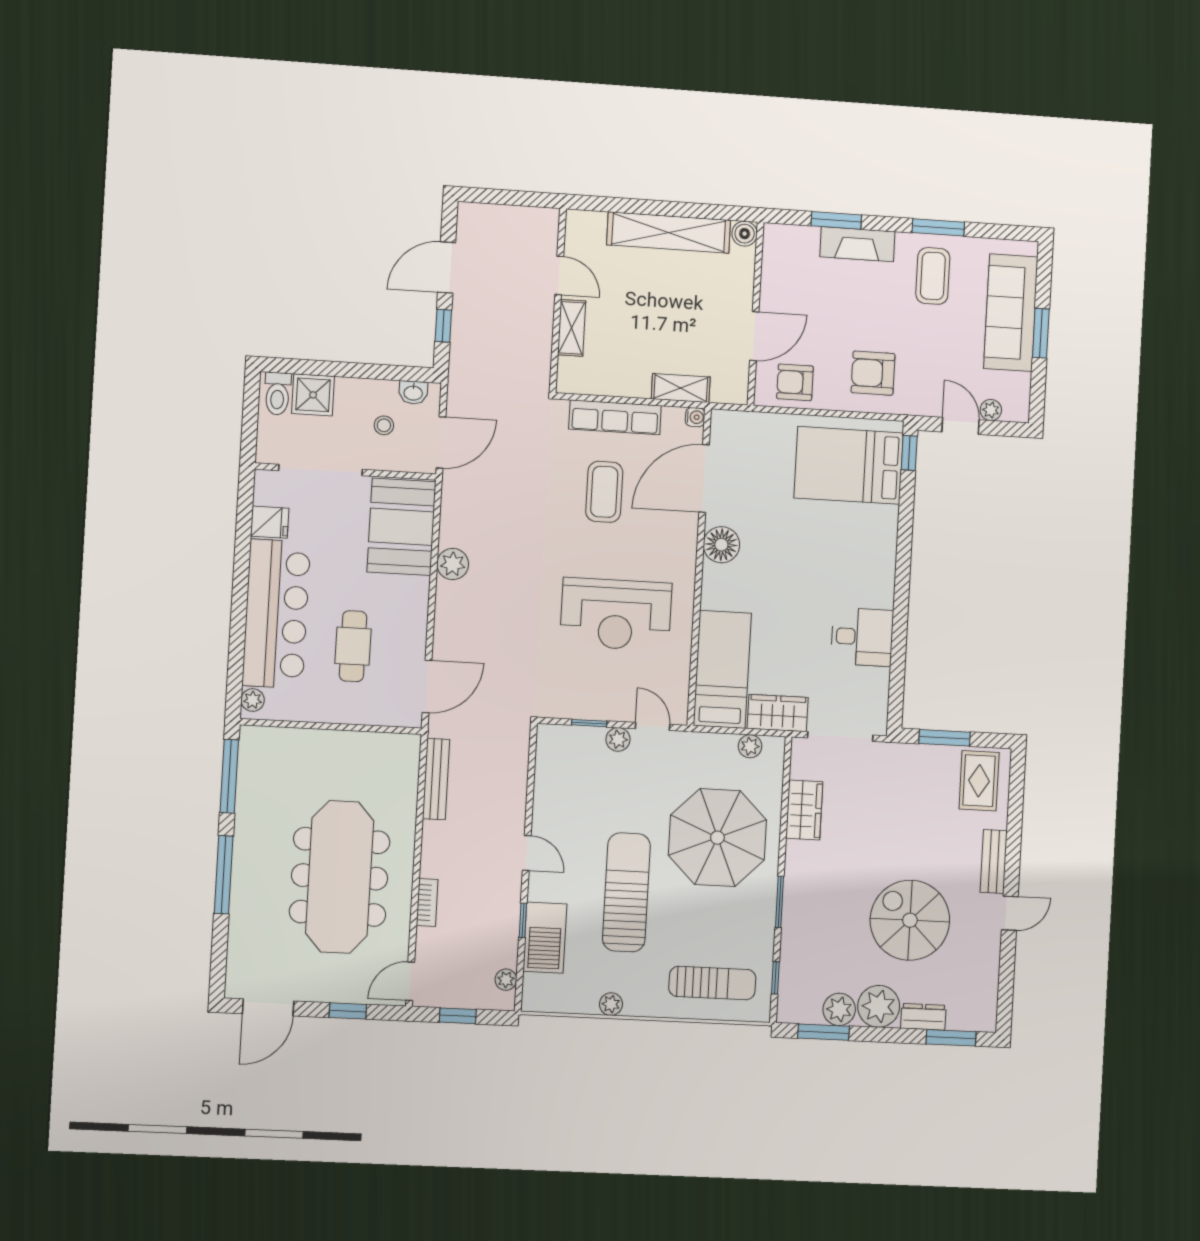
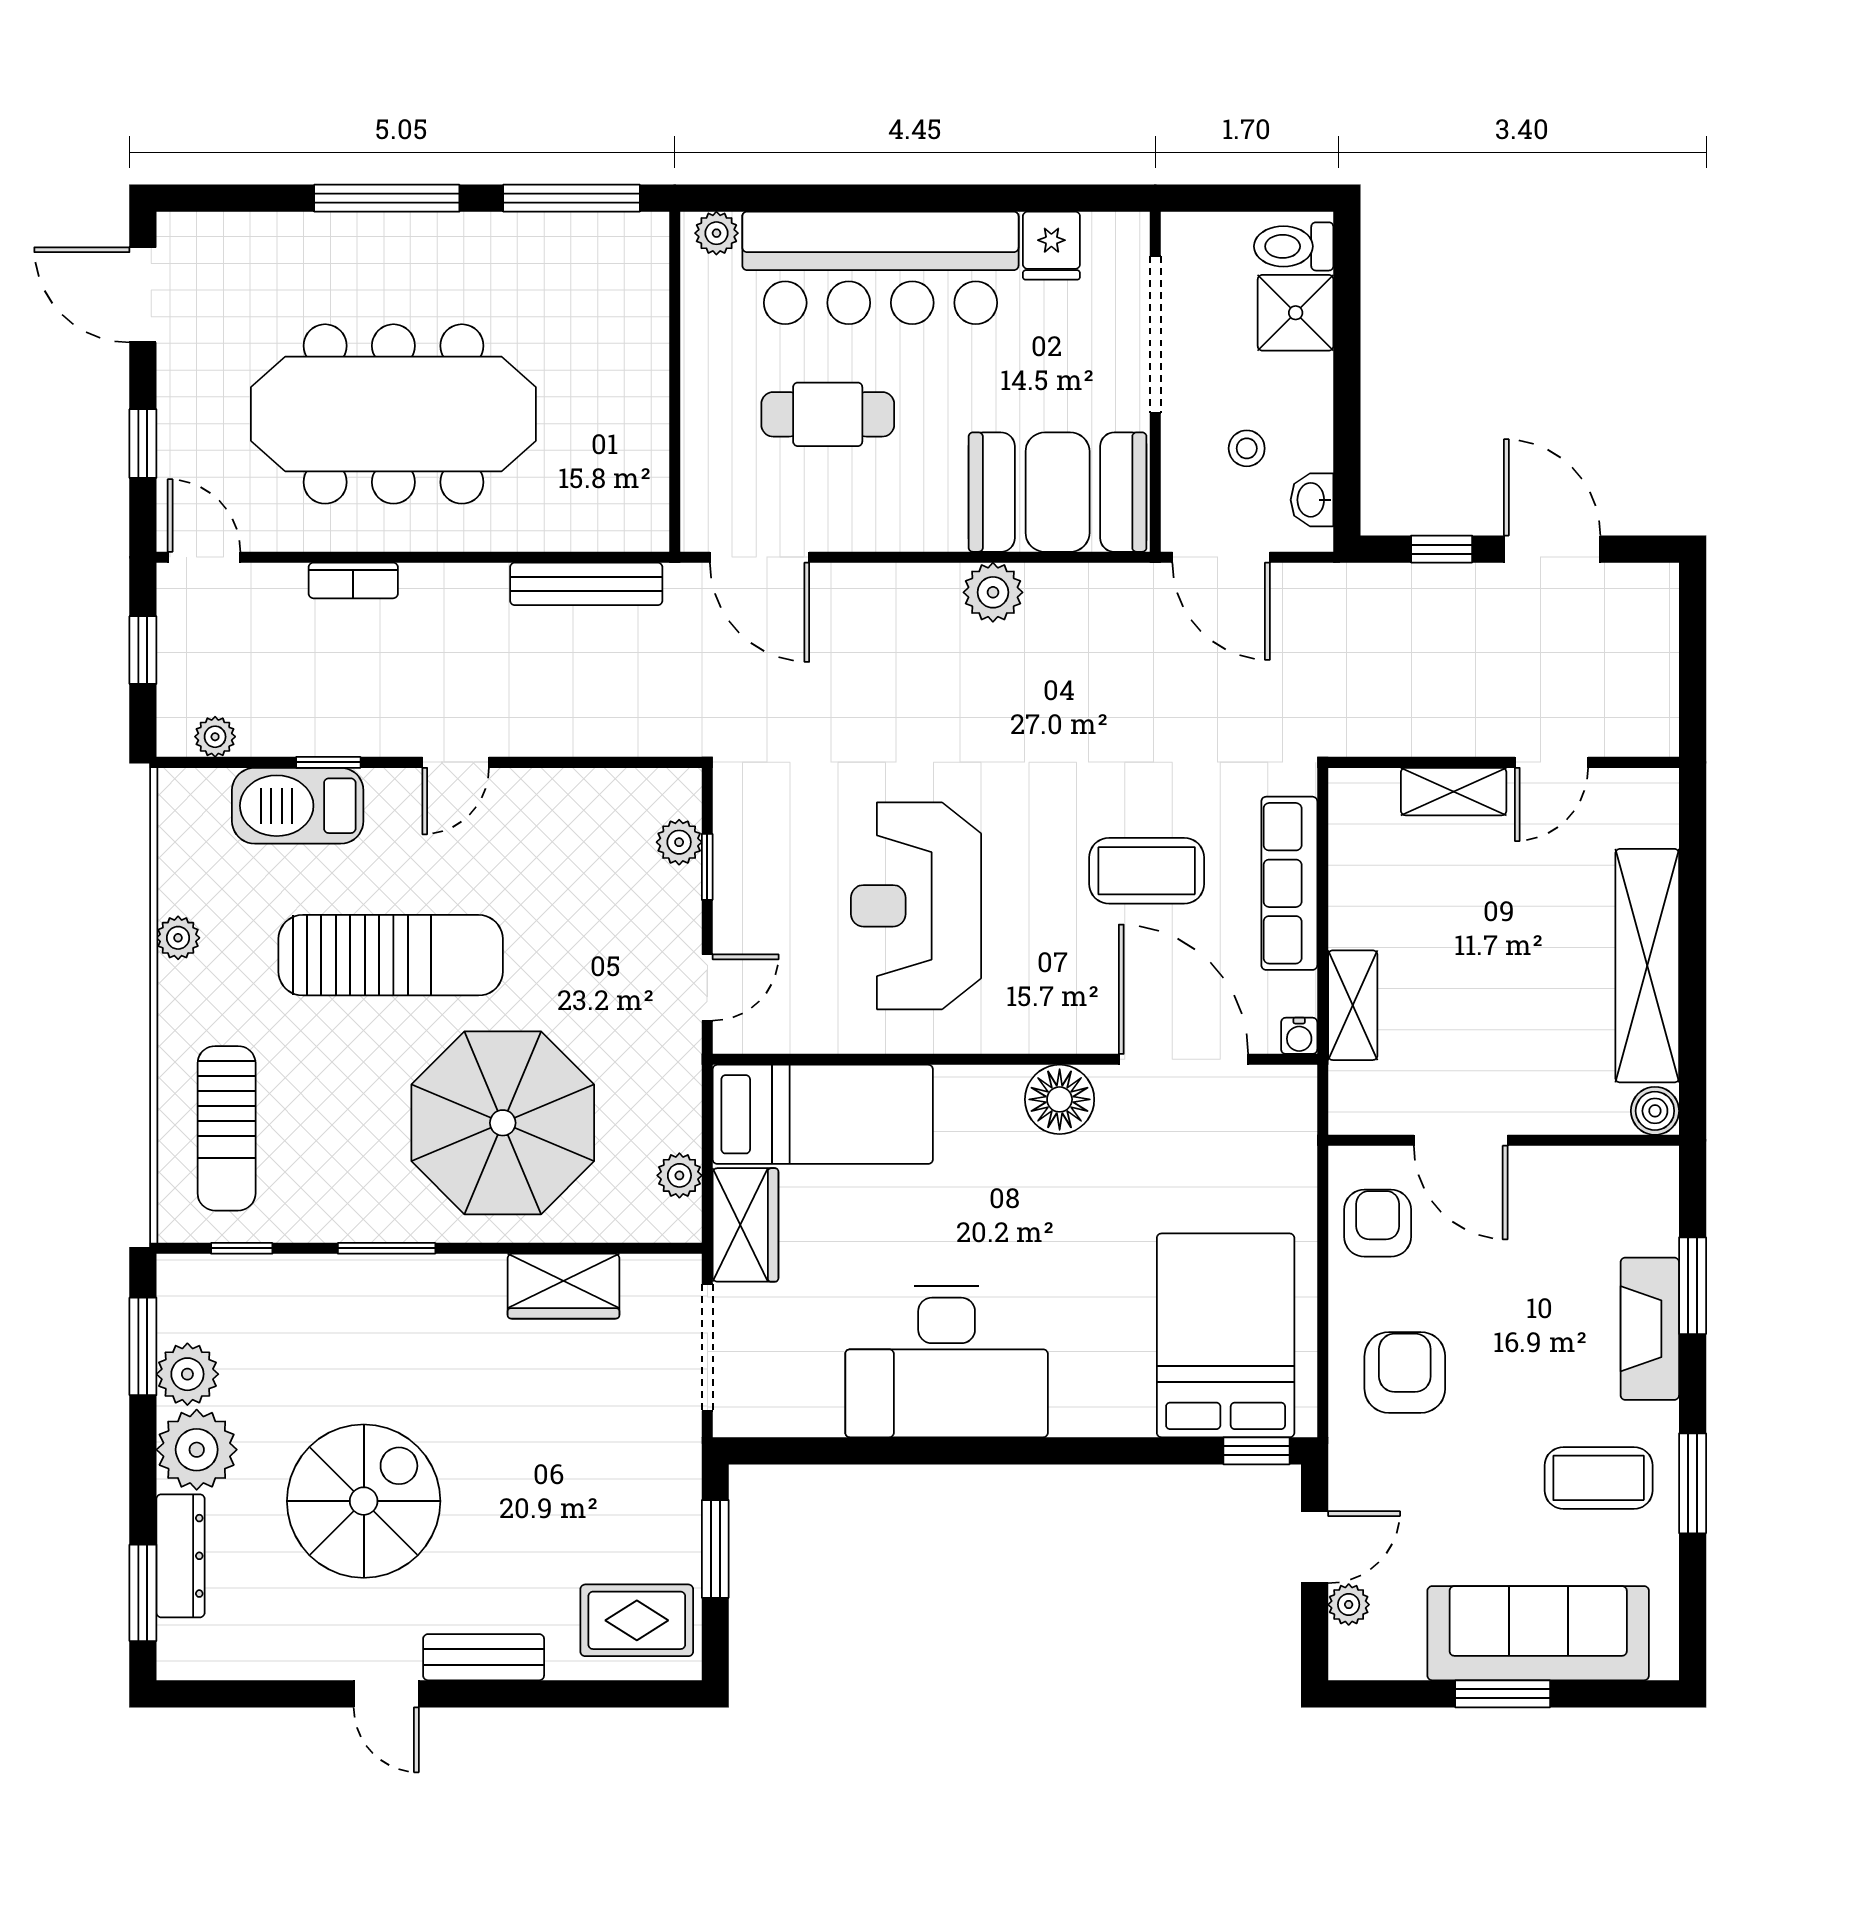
desk: (862, 637) -> (947, 1361), width x1.87, depth x1.30
plant: (618, 739) -> (679, 842), moved
dresser: (923, 1017) -> (180, 1556), width x1.44

